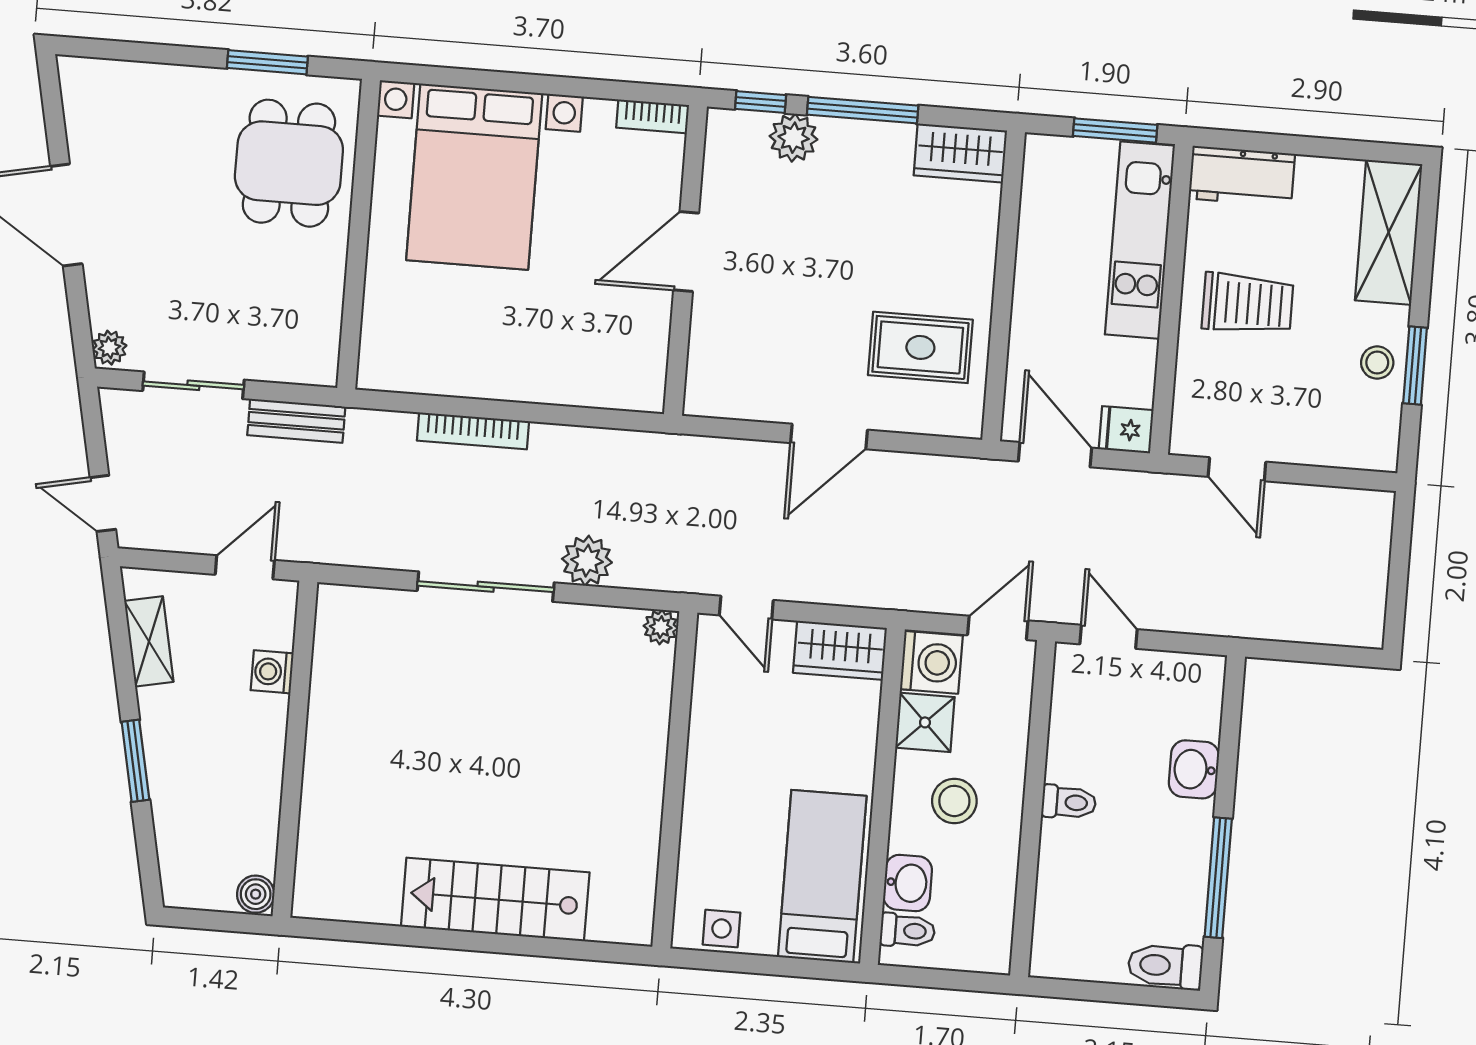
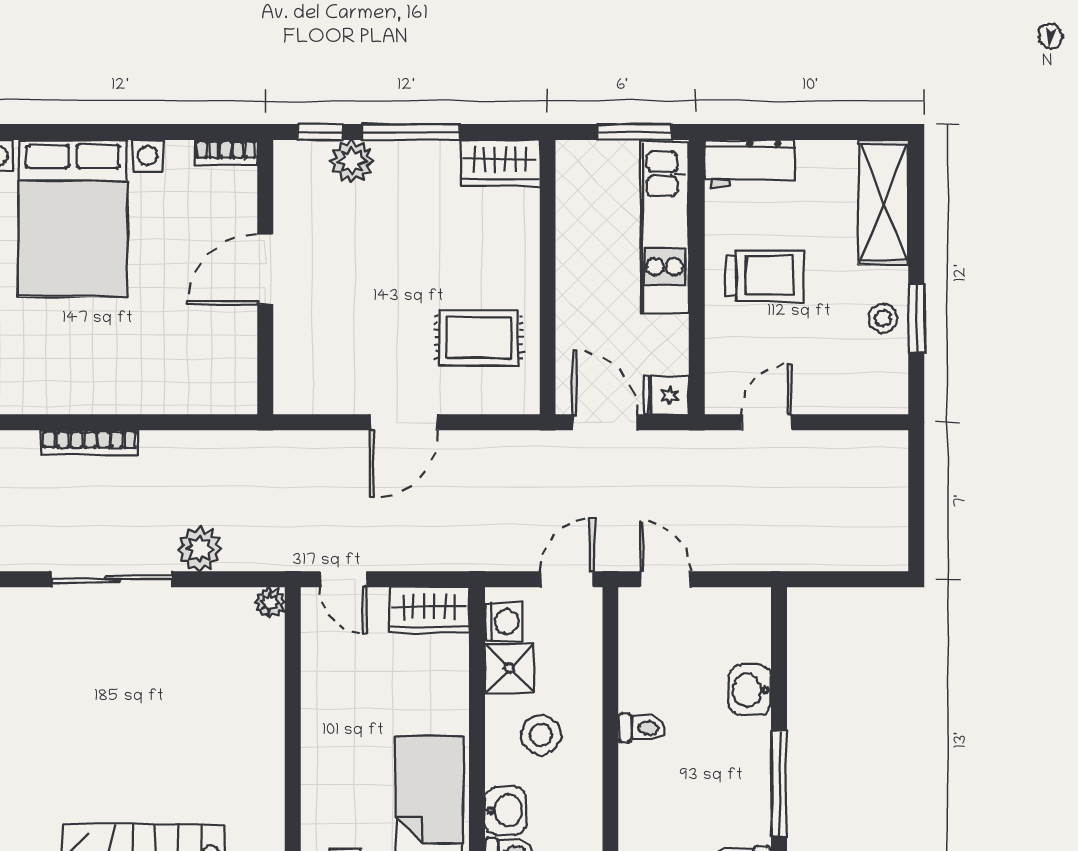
door: (1237, 469) -> (767, 422), swing flipped
washing machine: (931, 662) -> (504, 621), width x0.73, depth x0.73

